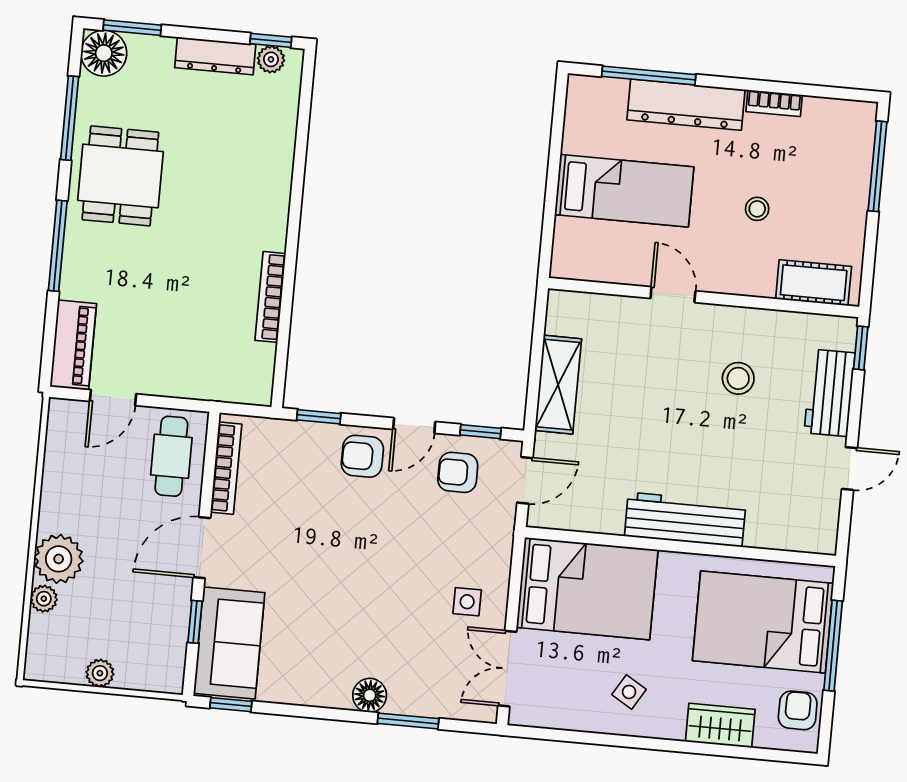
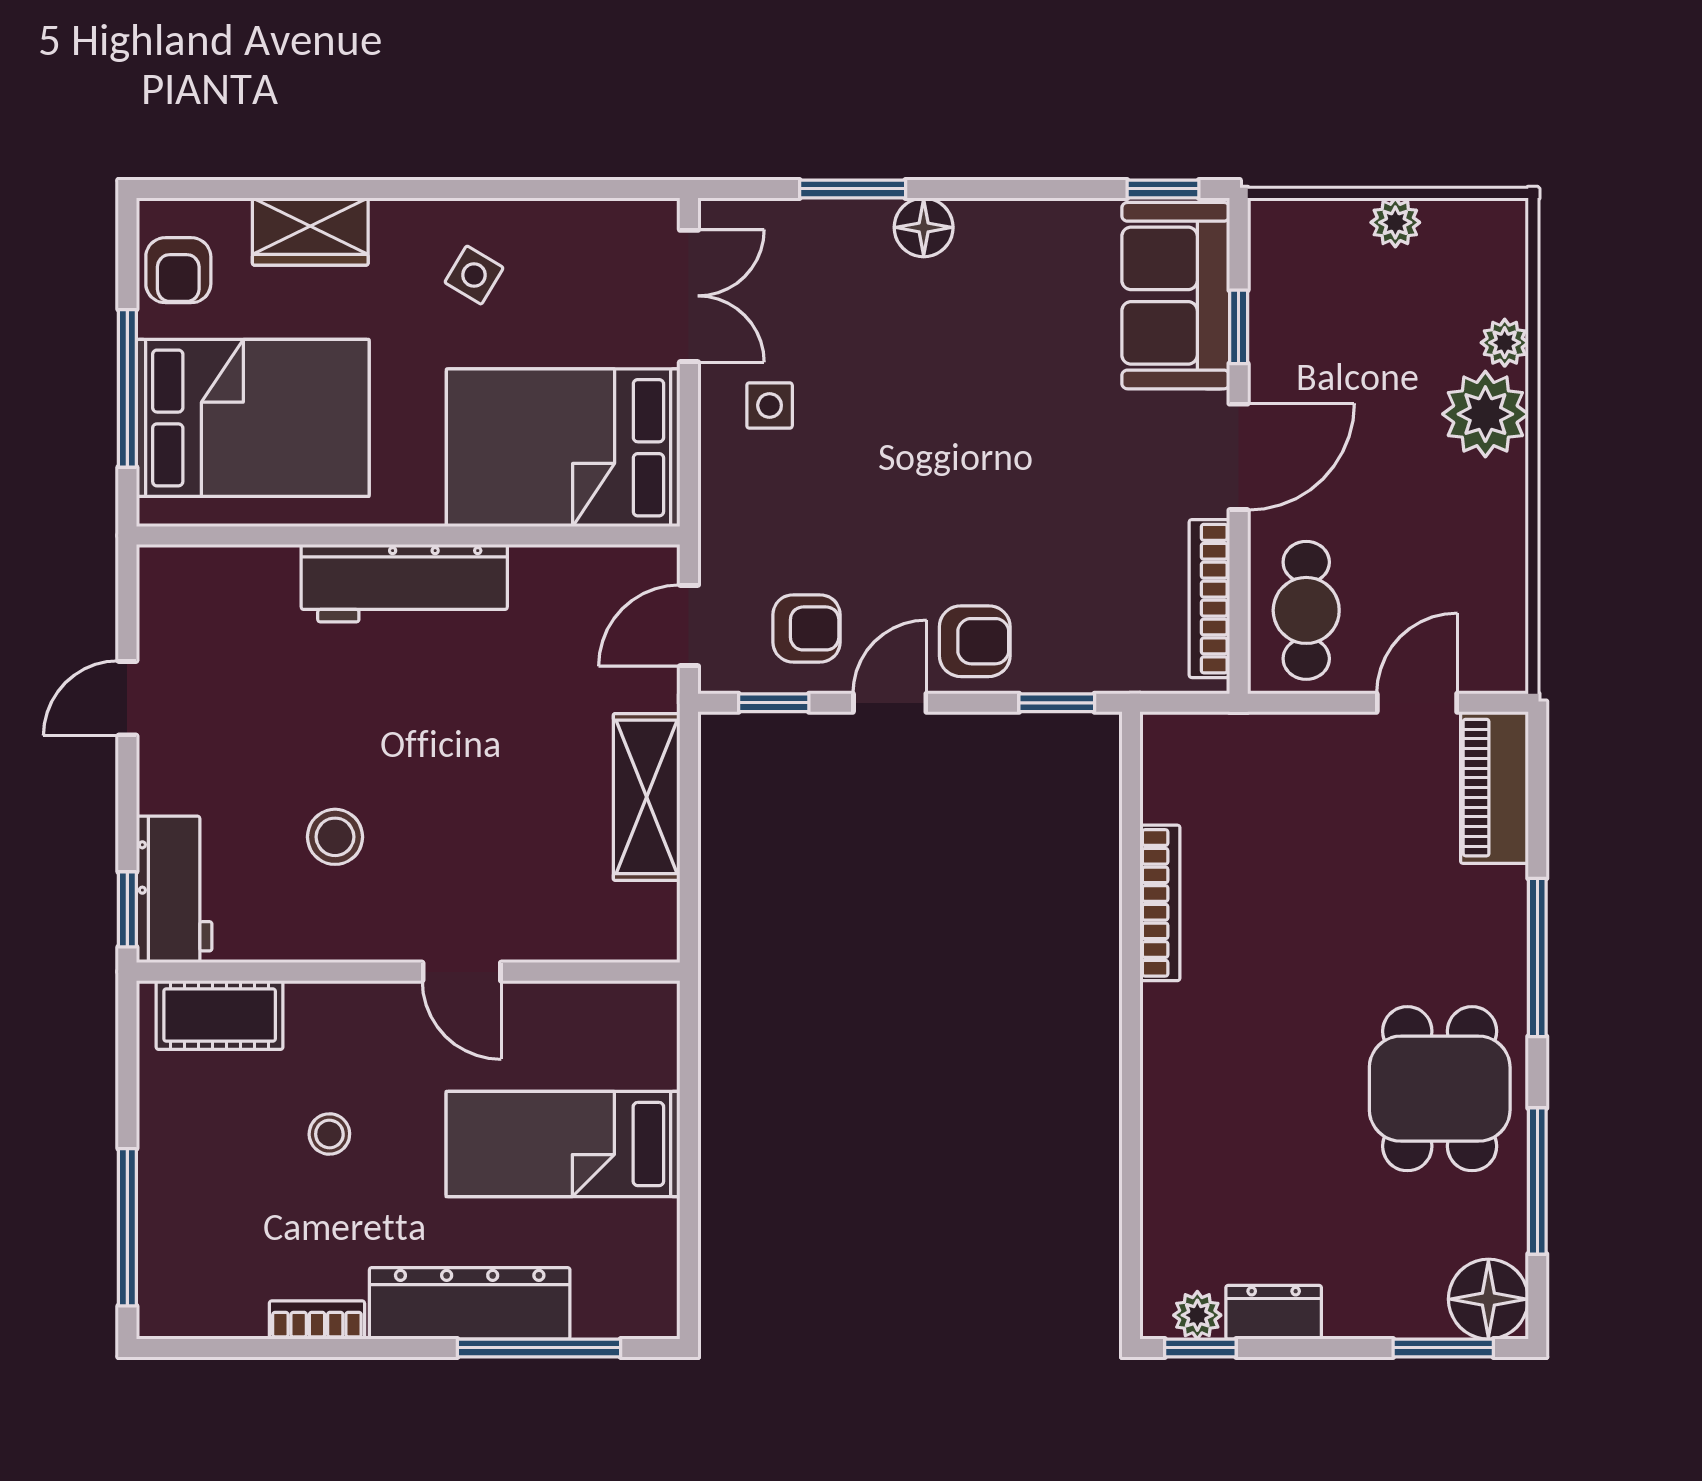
dresser: (215, 56) -> (1274, 1312), width x0.70
workbench: (830, 393) -> (174, 889), moved

